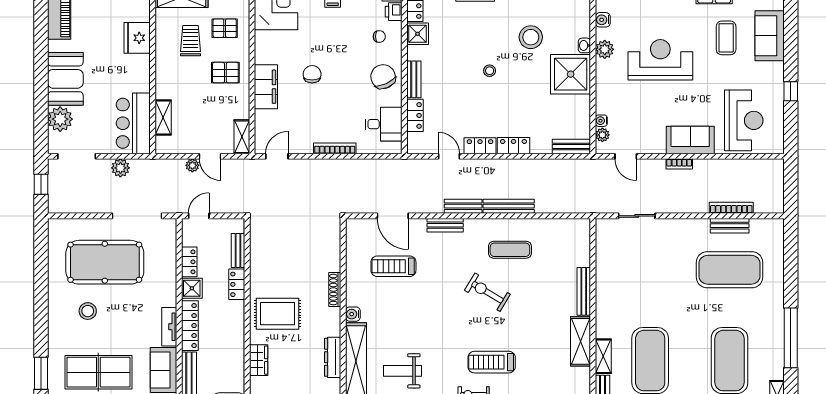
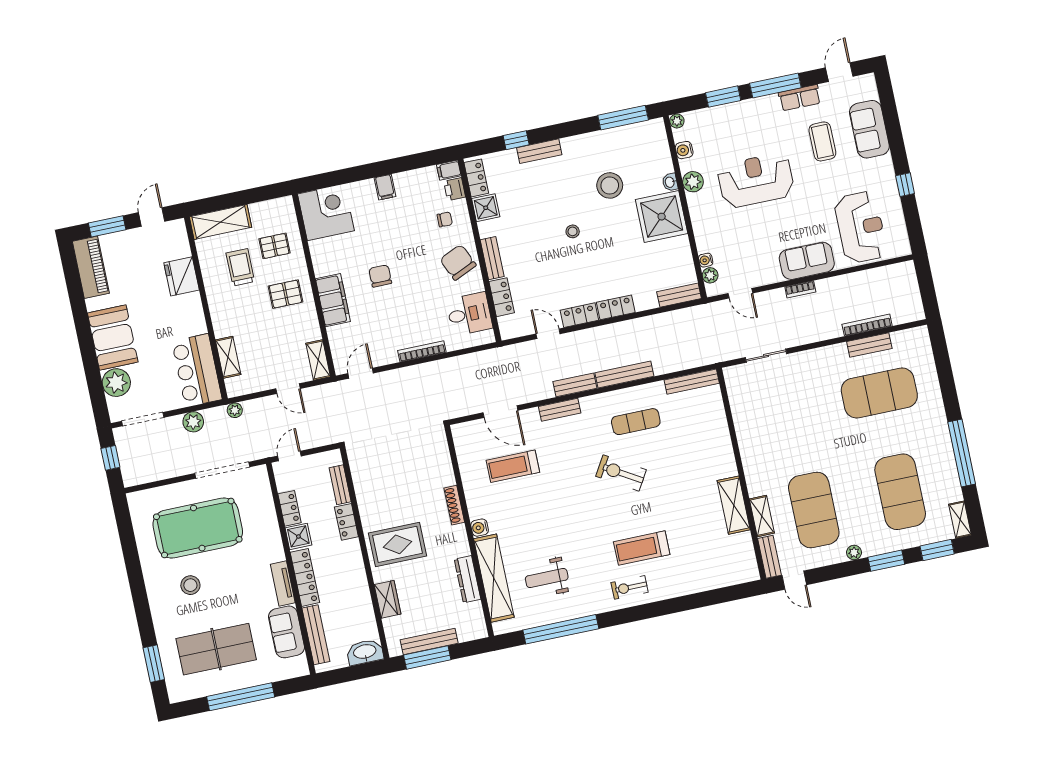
plant: (192, 165) -> (235, 410), moved
bench: (584, 291) -> (692, 382), moved, turned 90

